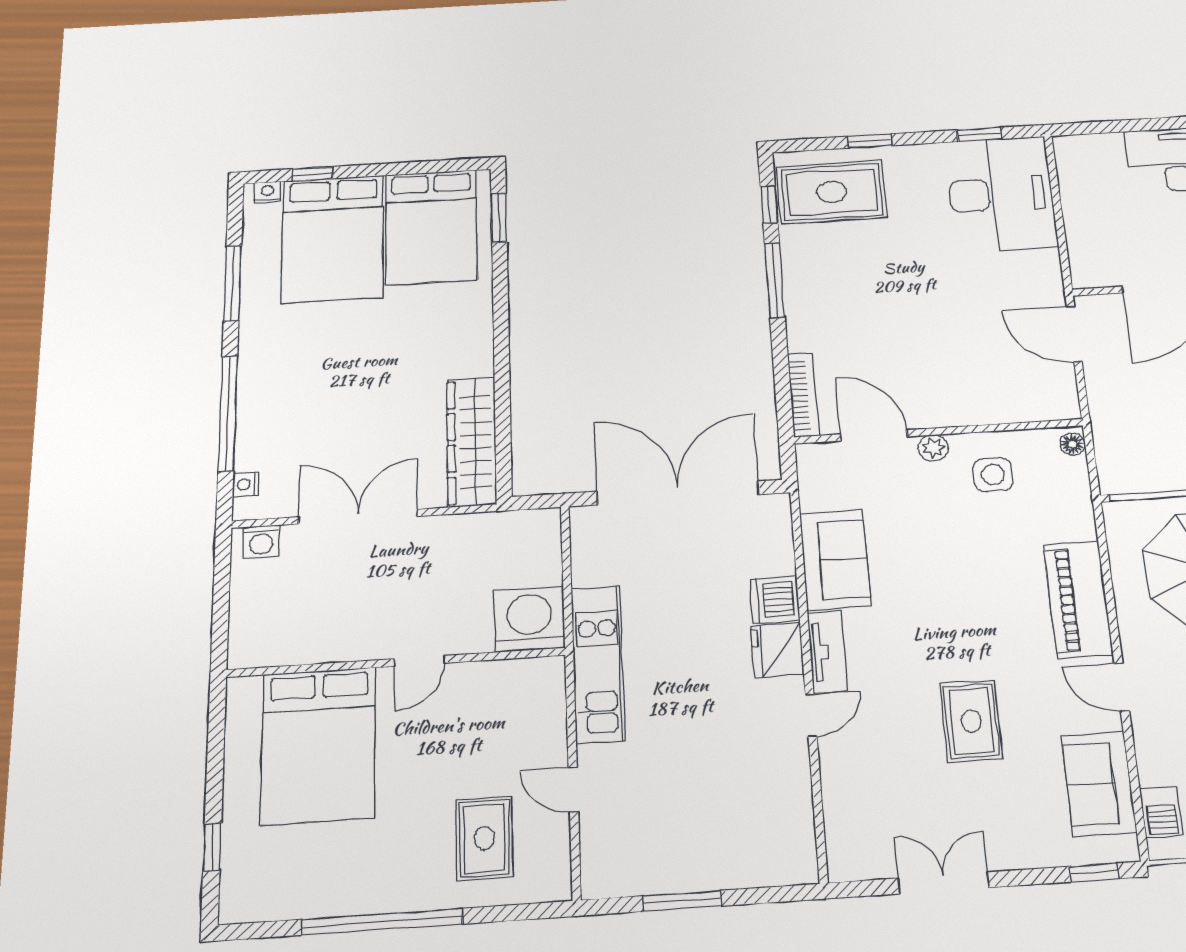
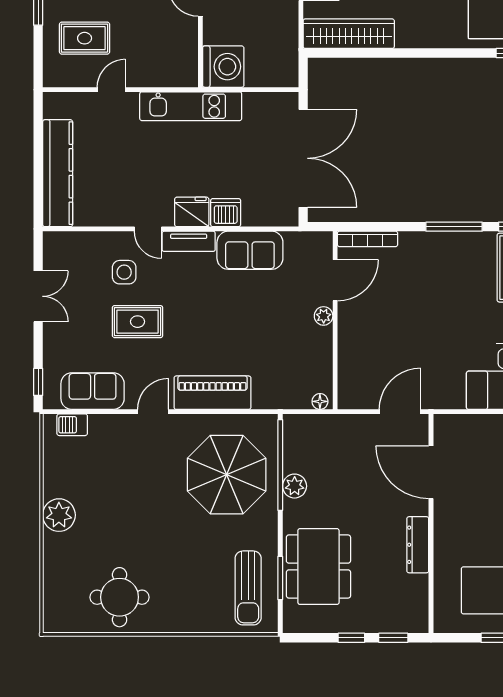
side table: (993, 475) -> (124, 272), moved
kitchen counter: (724, 866) -> (58, 173), added
window: (682, 901) -> (38, 149), removed

